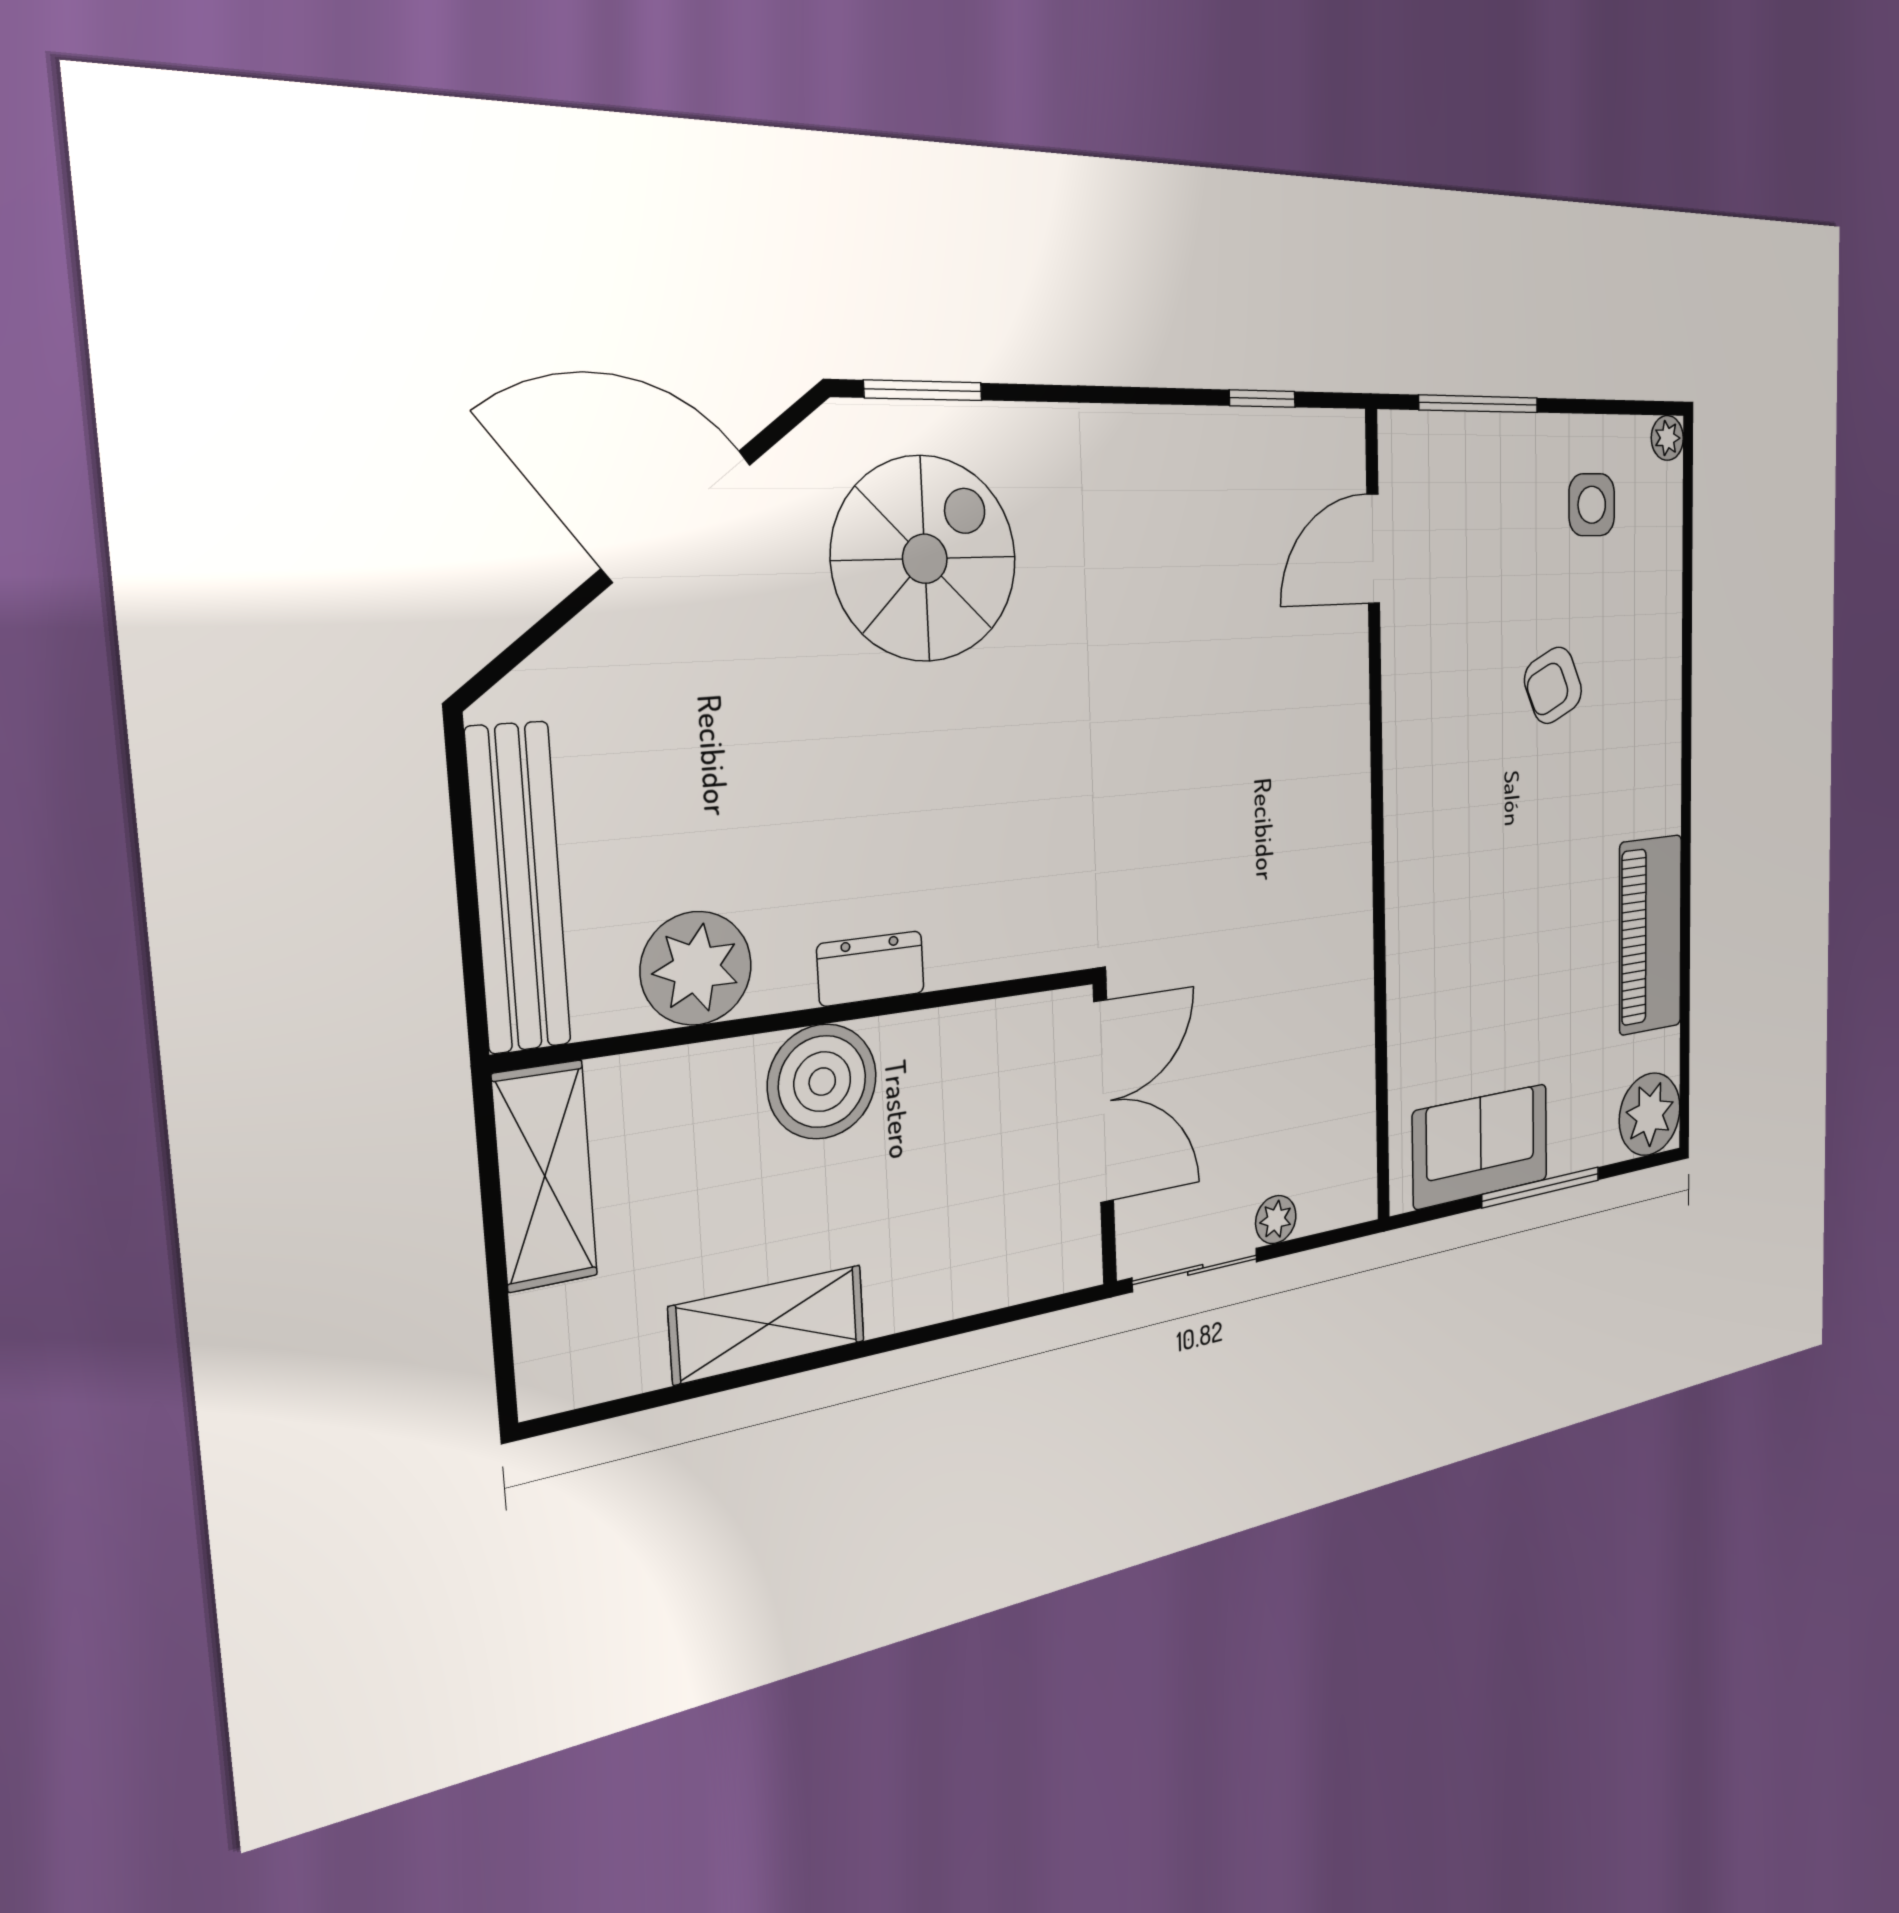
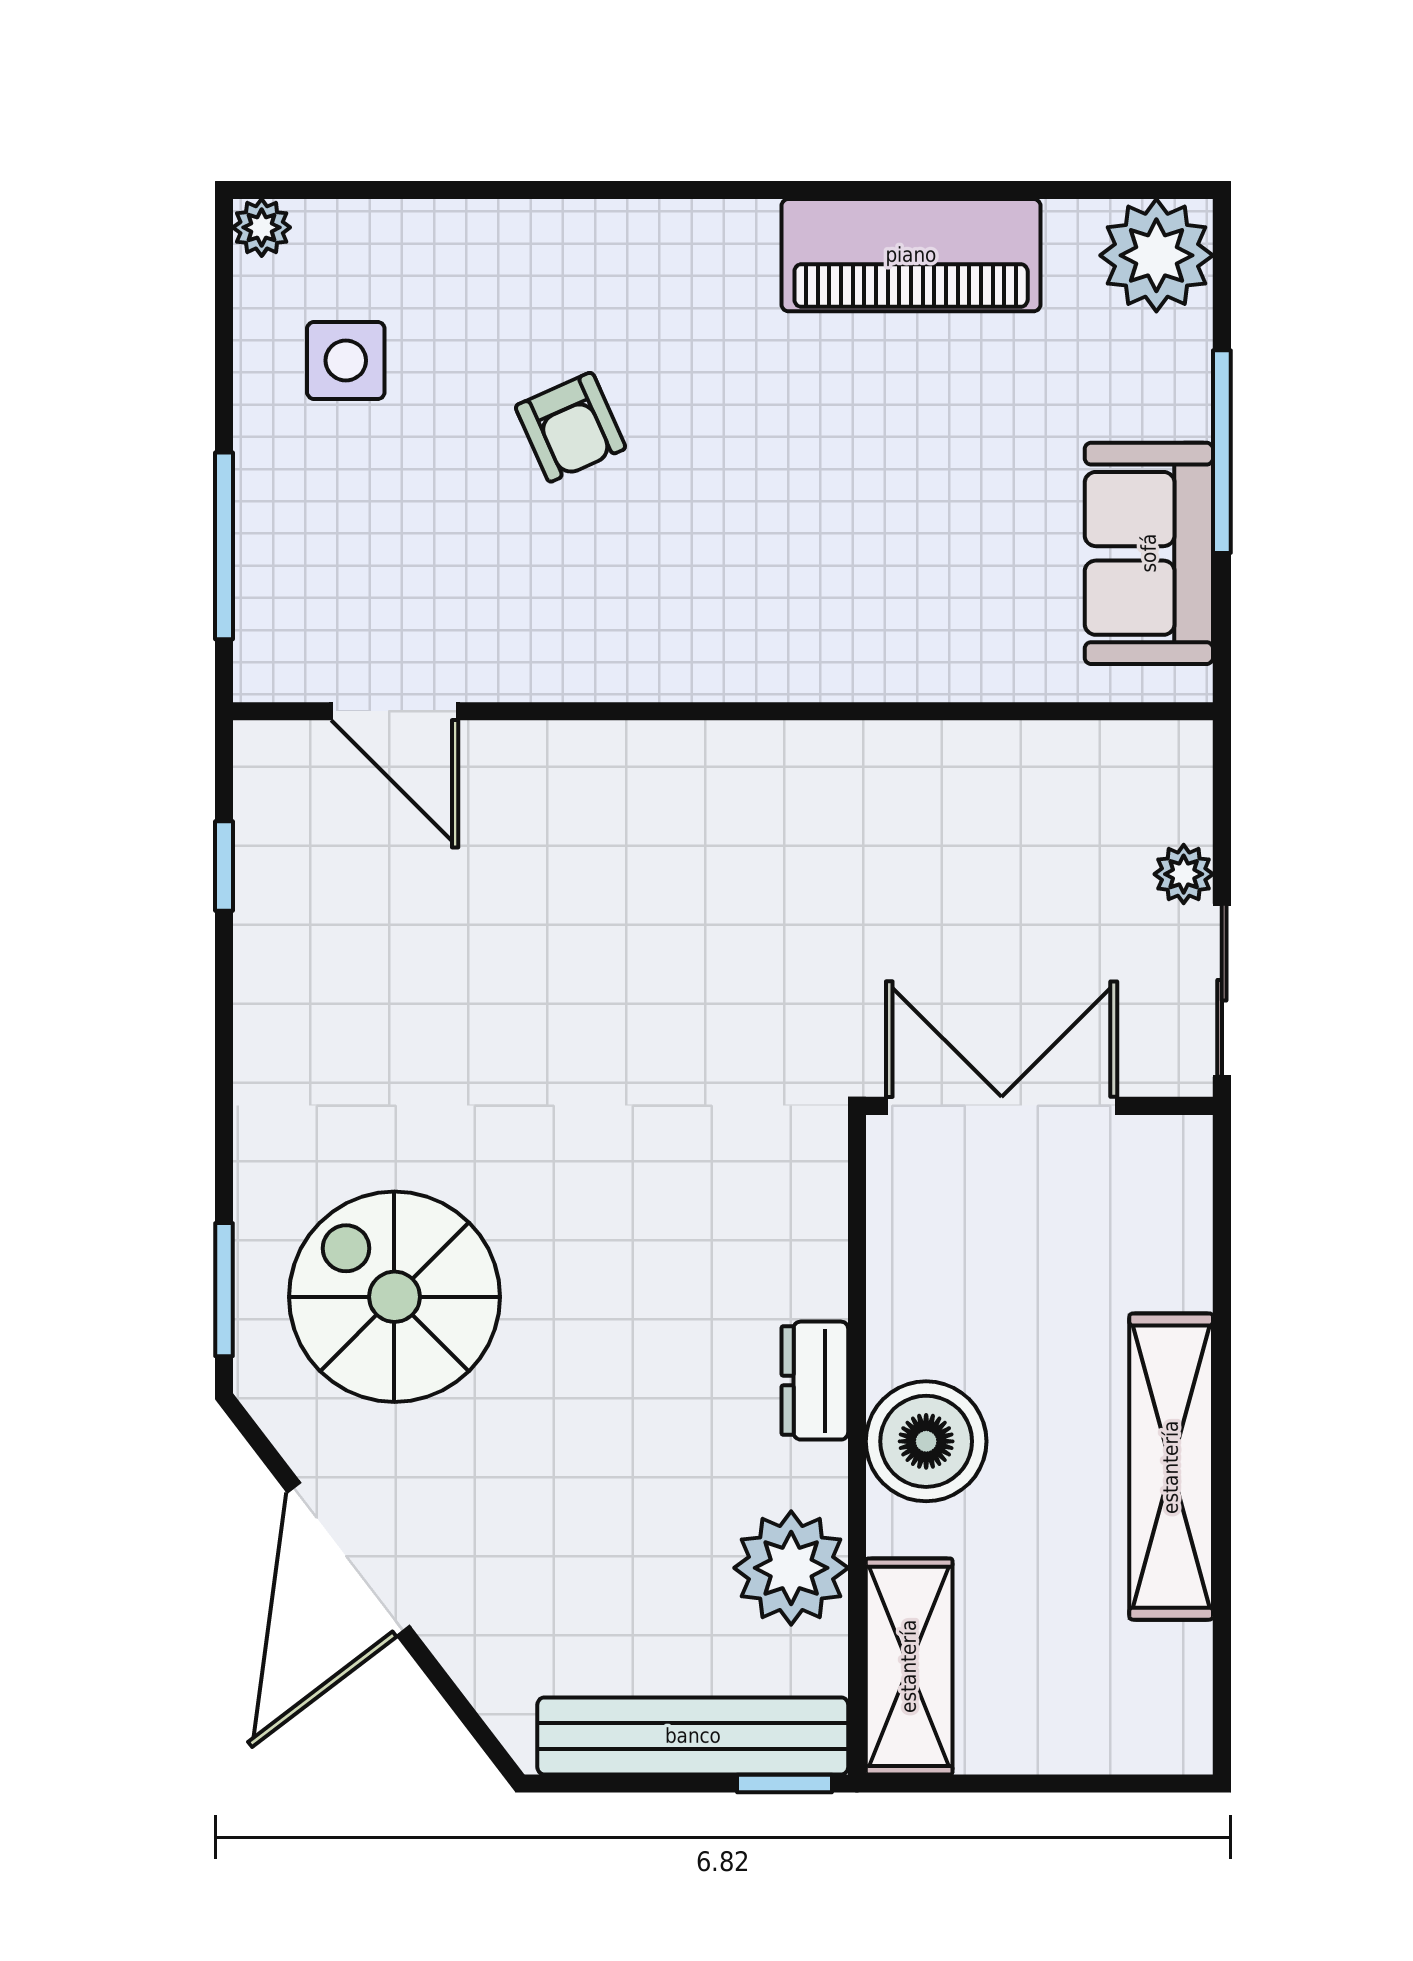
window: (475, 990) -> (785, 1784), added
shelving: (545, 1176) -> (909, 1666), moved, turned 90
shelving: (768, 1324) -> (1171, 1467), width x1.47

